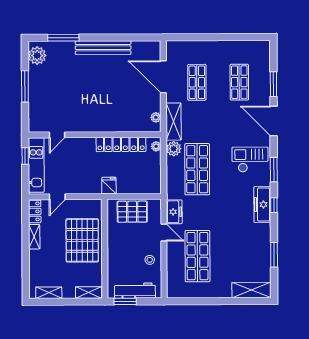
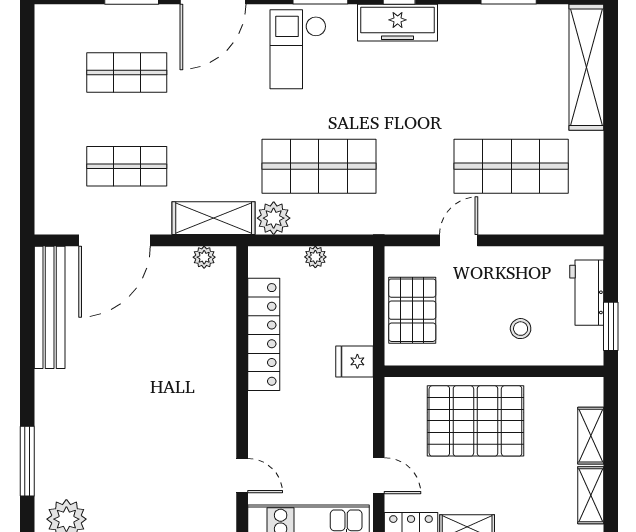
bench: (103, 48) -> (50, 307), moved
plant: (156, 146) -> (315, 257), moved
freezer: (174, 212) -> (413, 217), removed
stool: (150, 260) -> (521, 329), moved
shelving: (251, 290) -> (586, 67), width x1.47
workbench: (135, 291) -> (587, 293), width x0.73
shelving: (89, 293) -> (591, 436), moved

